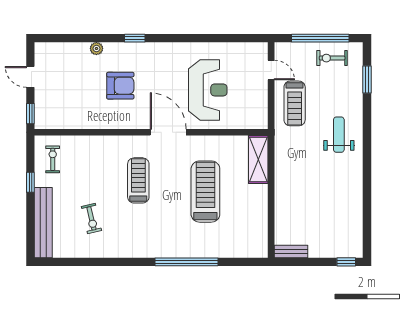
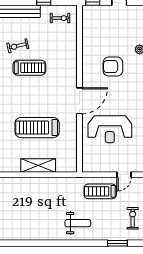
armchair: (120, 86) -> (113, 67), turned 90
shelving: (258, 160) -> (38, 165), moved
treadmill: (138, 180) -> (29, 68), moved
treadmill: (205, 192) -> (37, 128), turned 180

